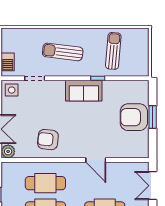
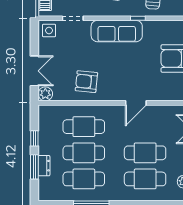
sofa: (84, 91) -> (117, 31), width x1.36
door: (96, 160) -> (136, 103), hinge flipped

